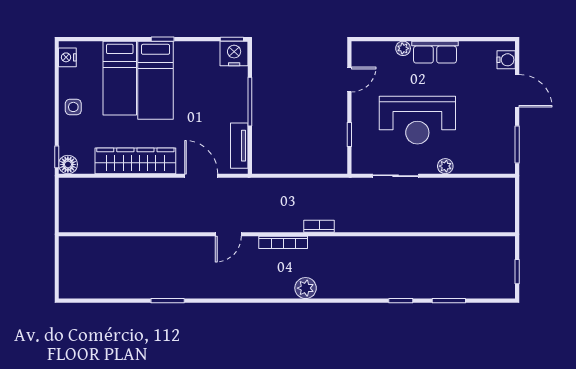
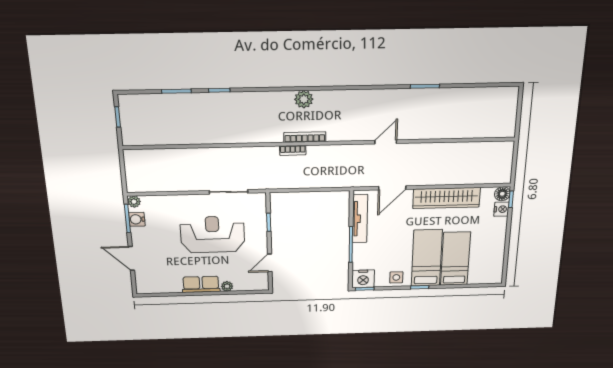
nightstand: (67, 57) -> (501, 209), moved
water cooler: (506, 60) -> (137, 219), moved
side table: (73, 107) -> (396, 277), moved
tv unit: (239, 146) -> (360, 219), width x1.41
plant: (445, 166) -> (134, 202), moved
door: (201, 176) -> (392, 188), hinge flipped
door: (228, 234) -> (386, 142), moved
bookcase: (283, 242) -> (305, 137), moved

